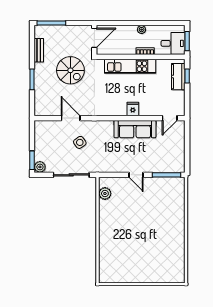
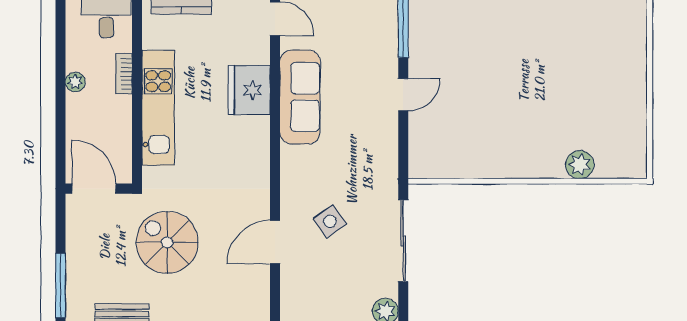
spiral stairs: (70, 70) -> (167, 242), turned -90
fridge: (133, 109) -> (249, 90), width x1.88, depth x1.34
plant: (105, 193) -> (580, 165), moved

